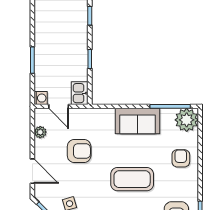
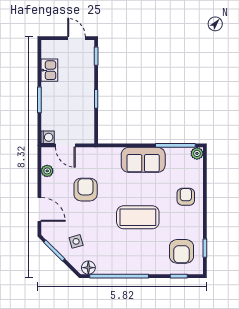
kitchen sink: (80, 93) -> (49, 70), moved, turned 180
plant: (187, 120) -> (197, 153), width x0.53, depth x0.53
armchair: (79, 151) -> (86, 190), turned -90

